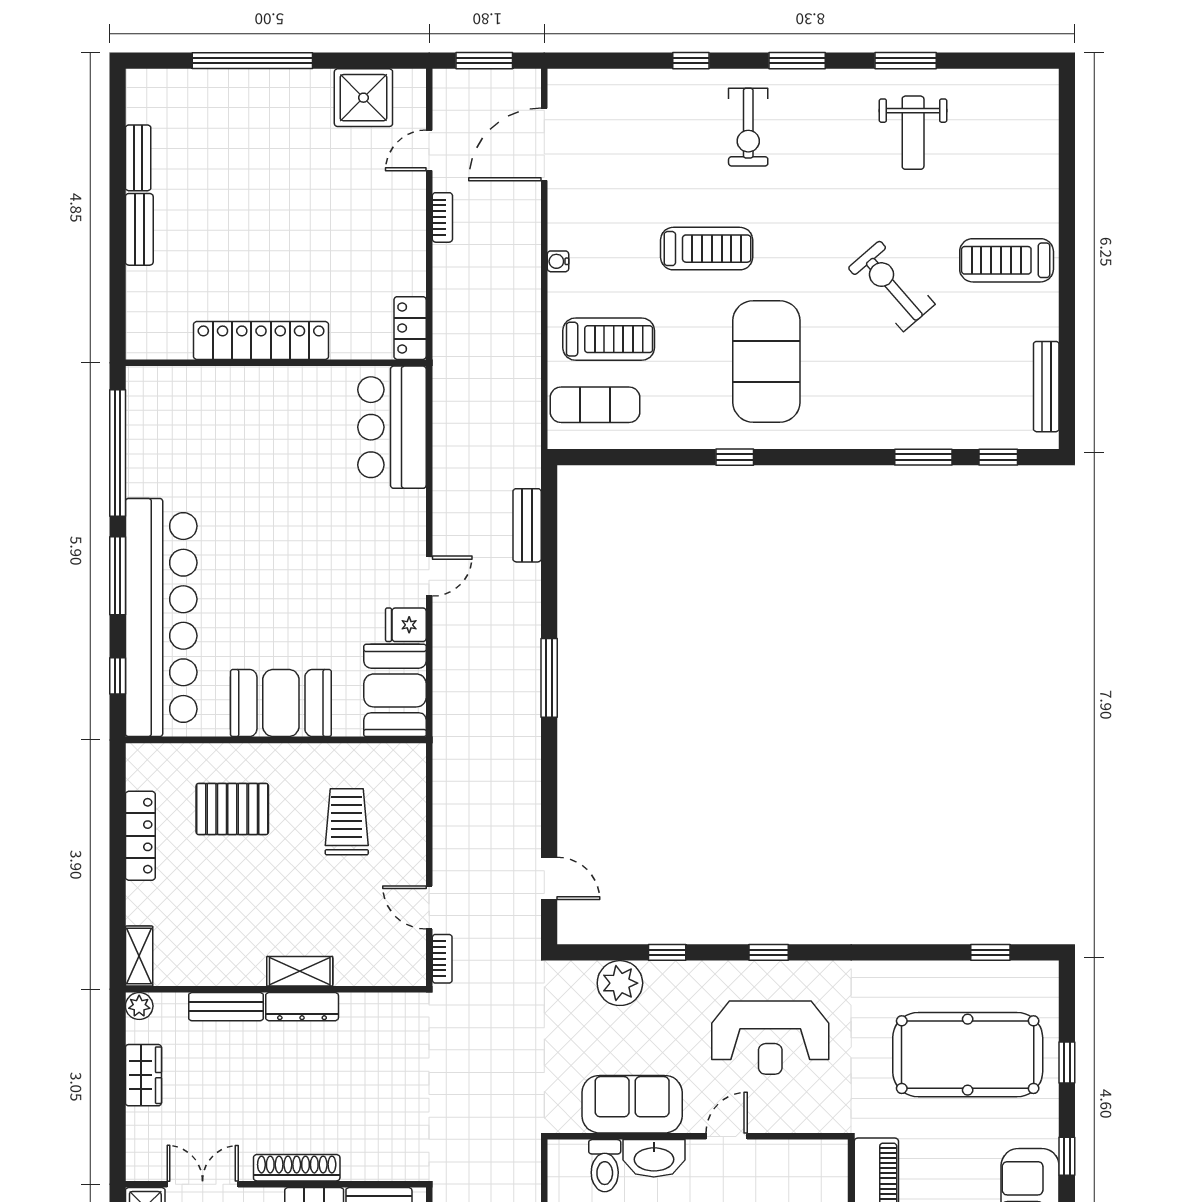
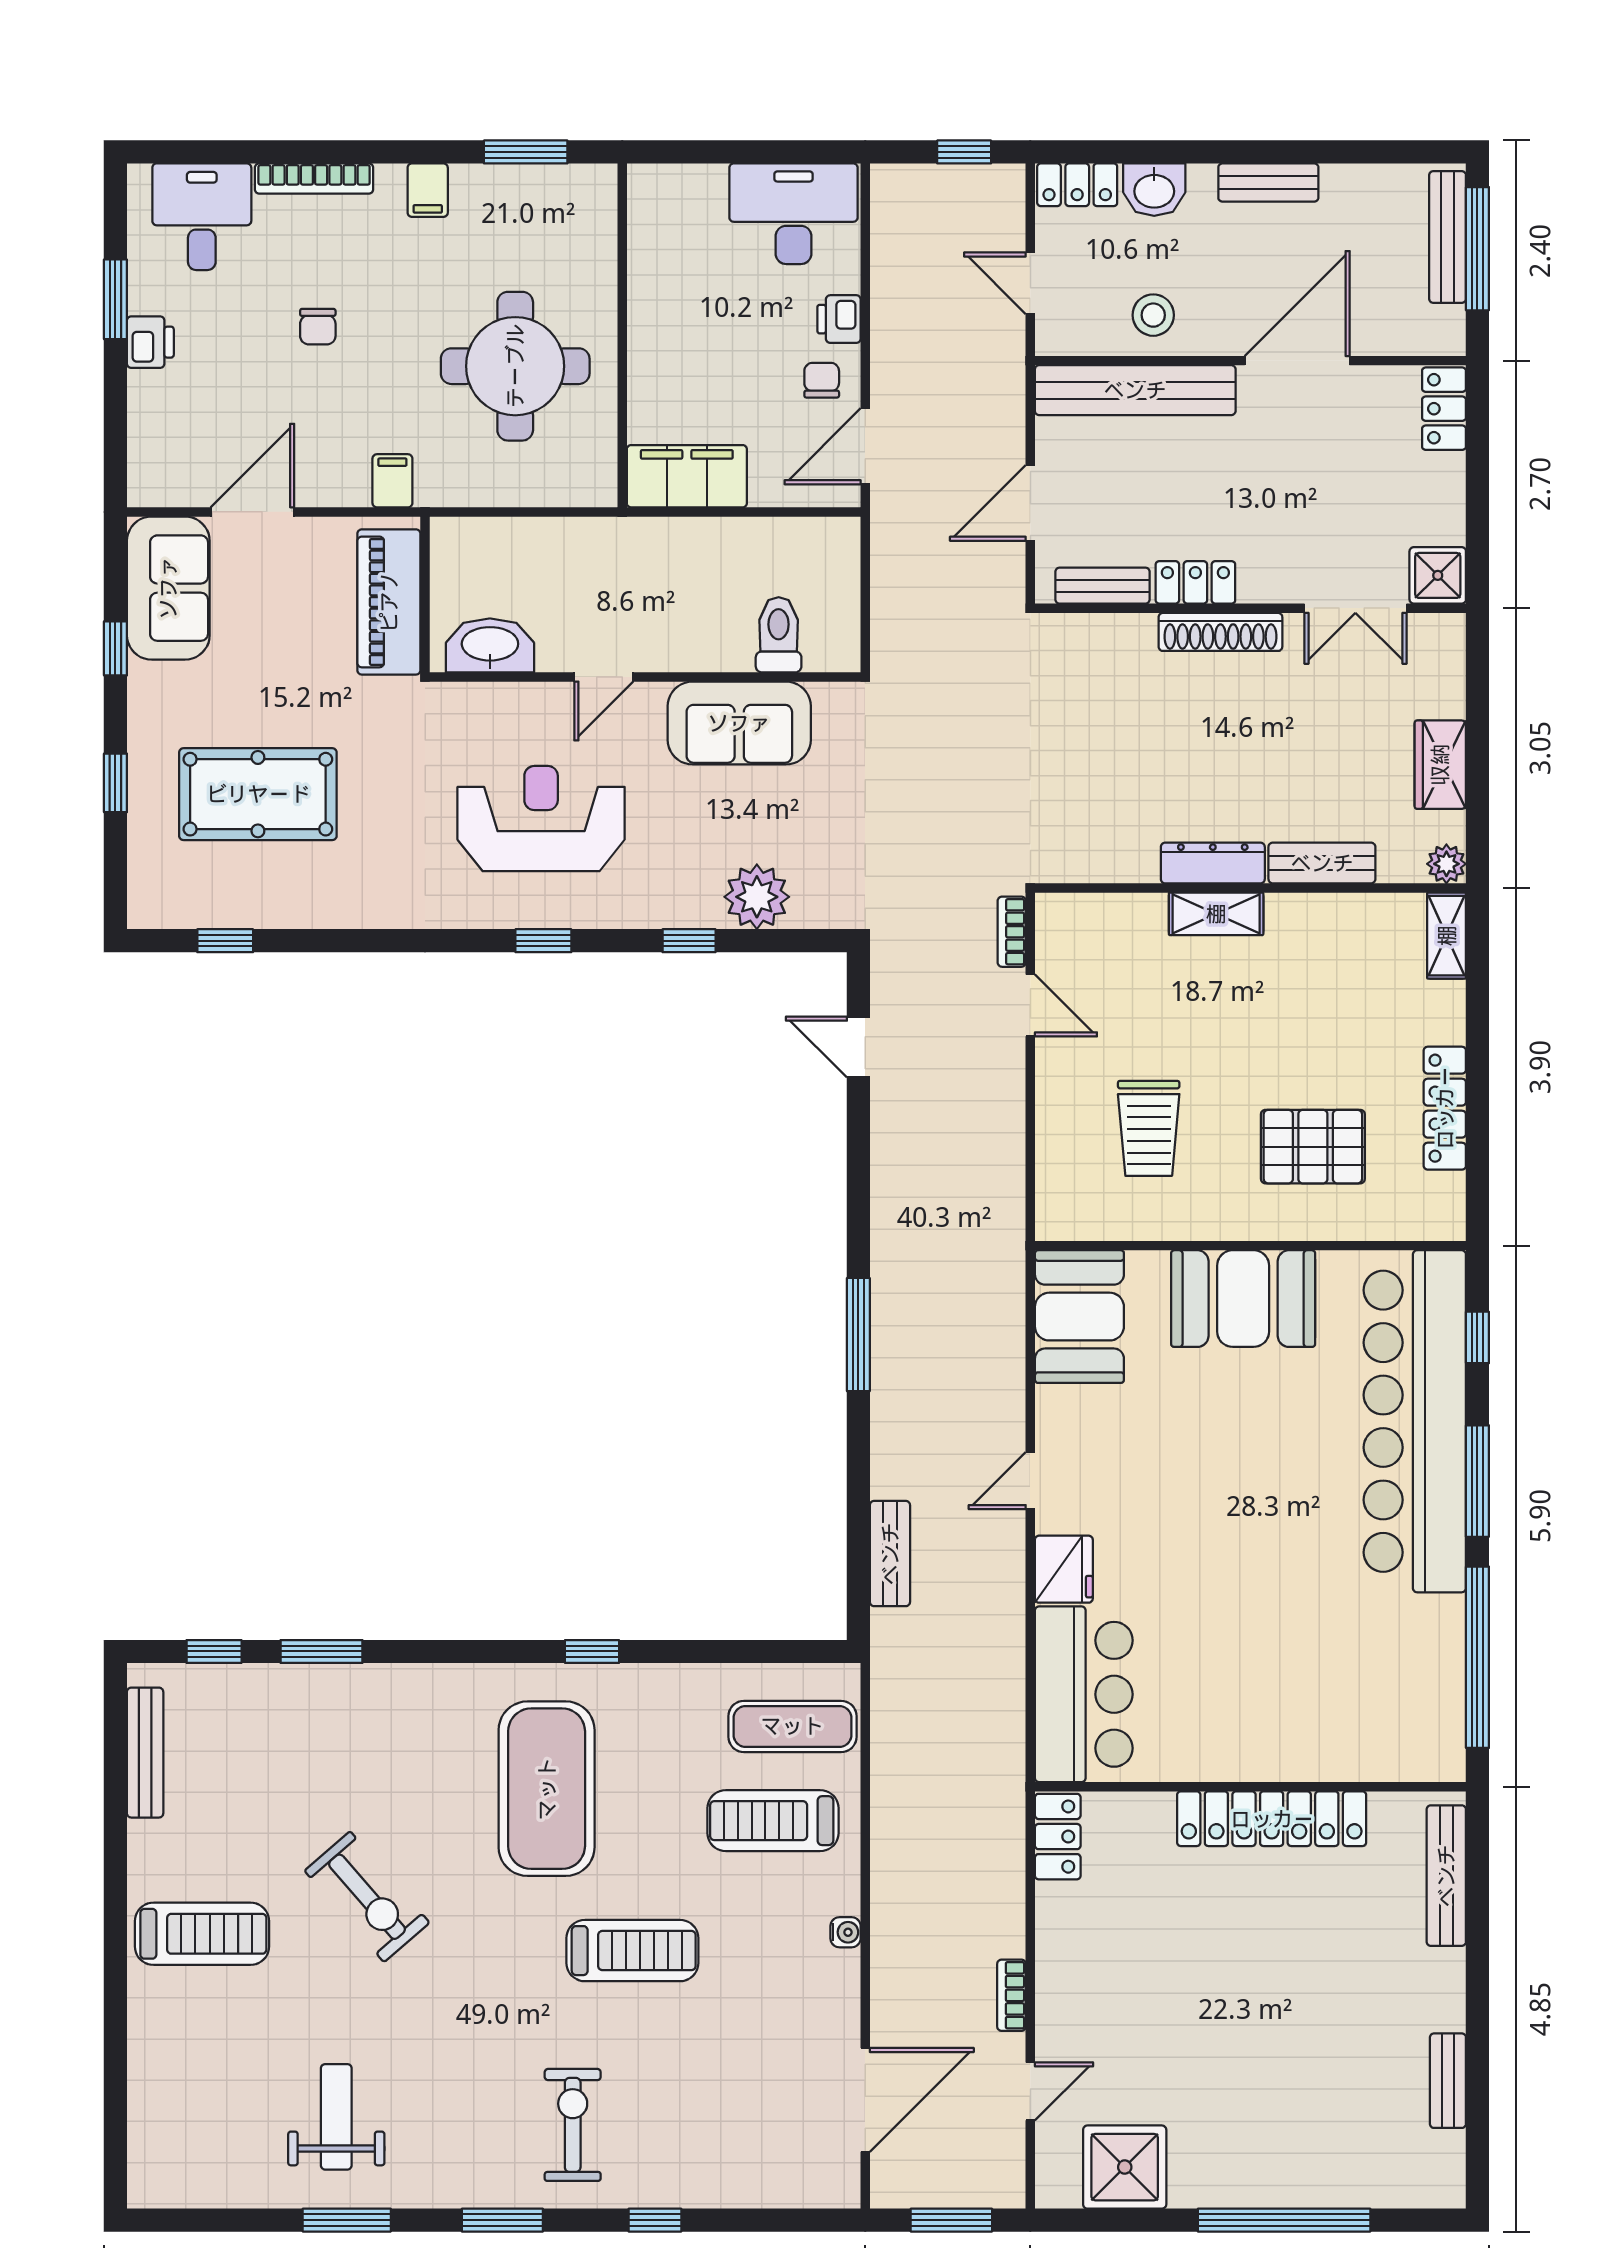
bench: (139, 229) -> (1446, 1876), moved, width x1.36
treadmill: (707, 249) -> (632, 1951), turned 180
fridge: (406, 625) -> (1064, 1569), moved, width x1.38
pool table: (968, 1055) -> (258, 794), width x0.73, depth x0.76
washbasin: (654, 1158) -> (490, 645), moved

